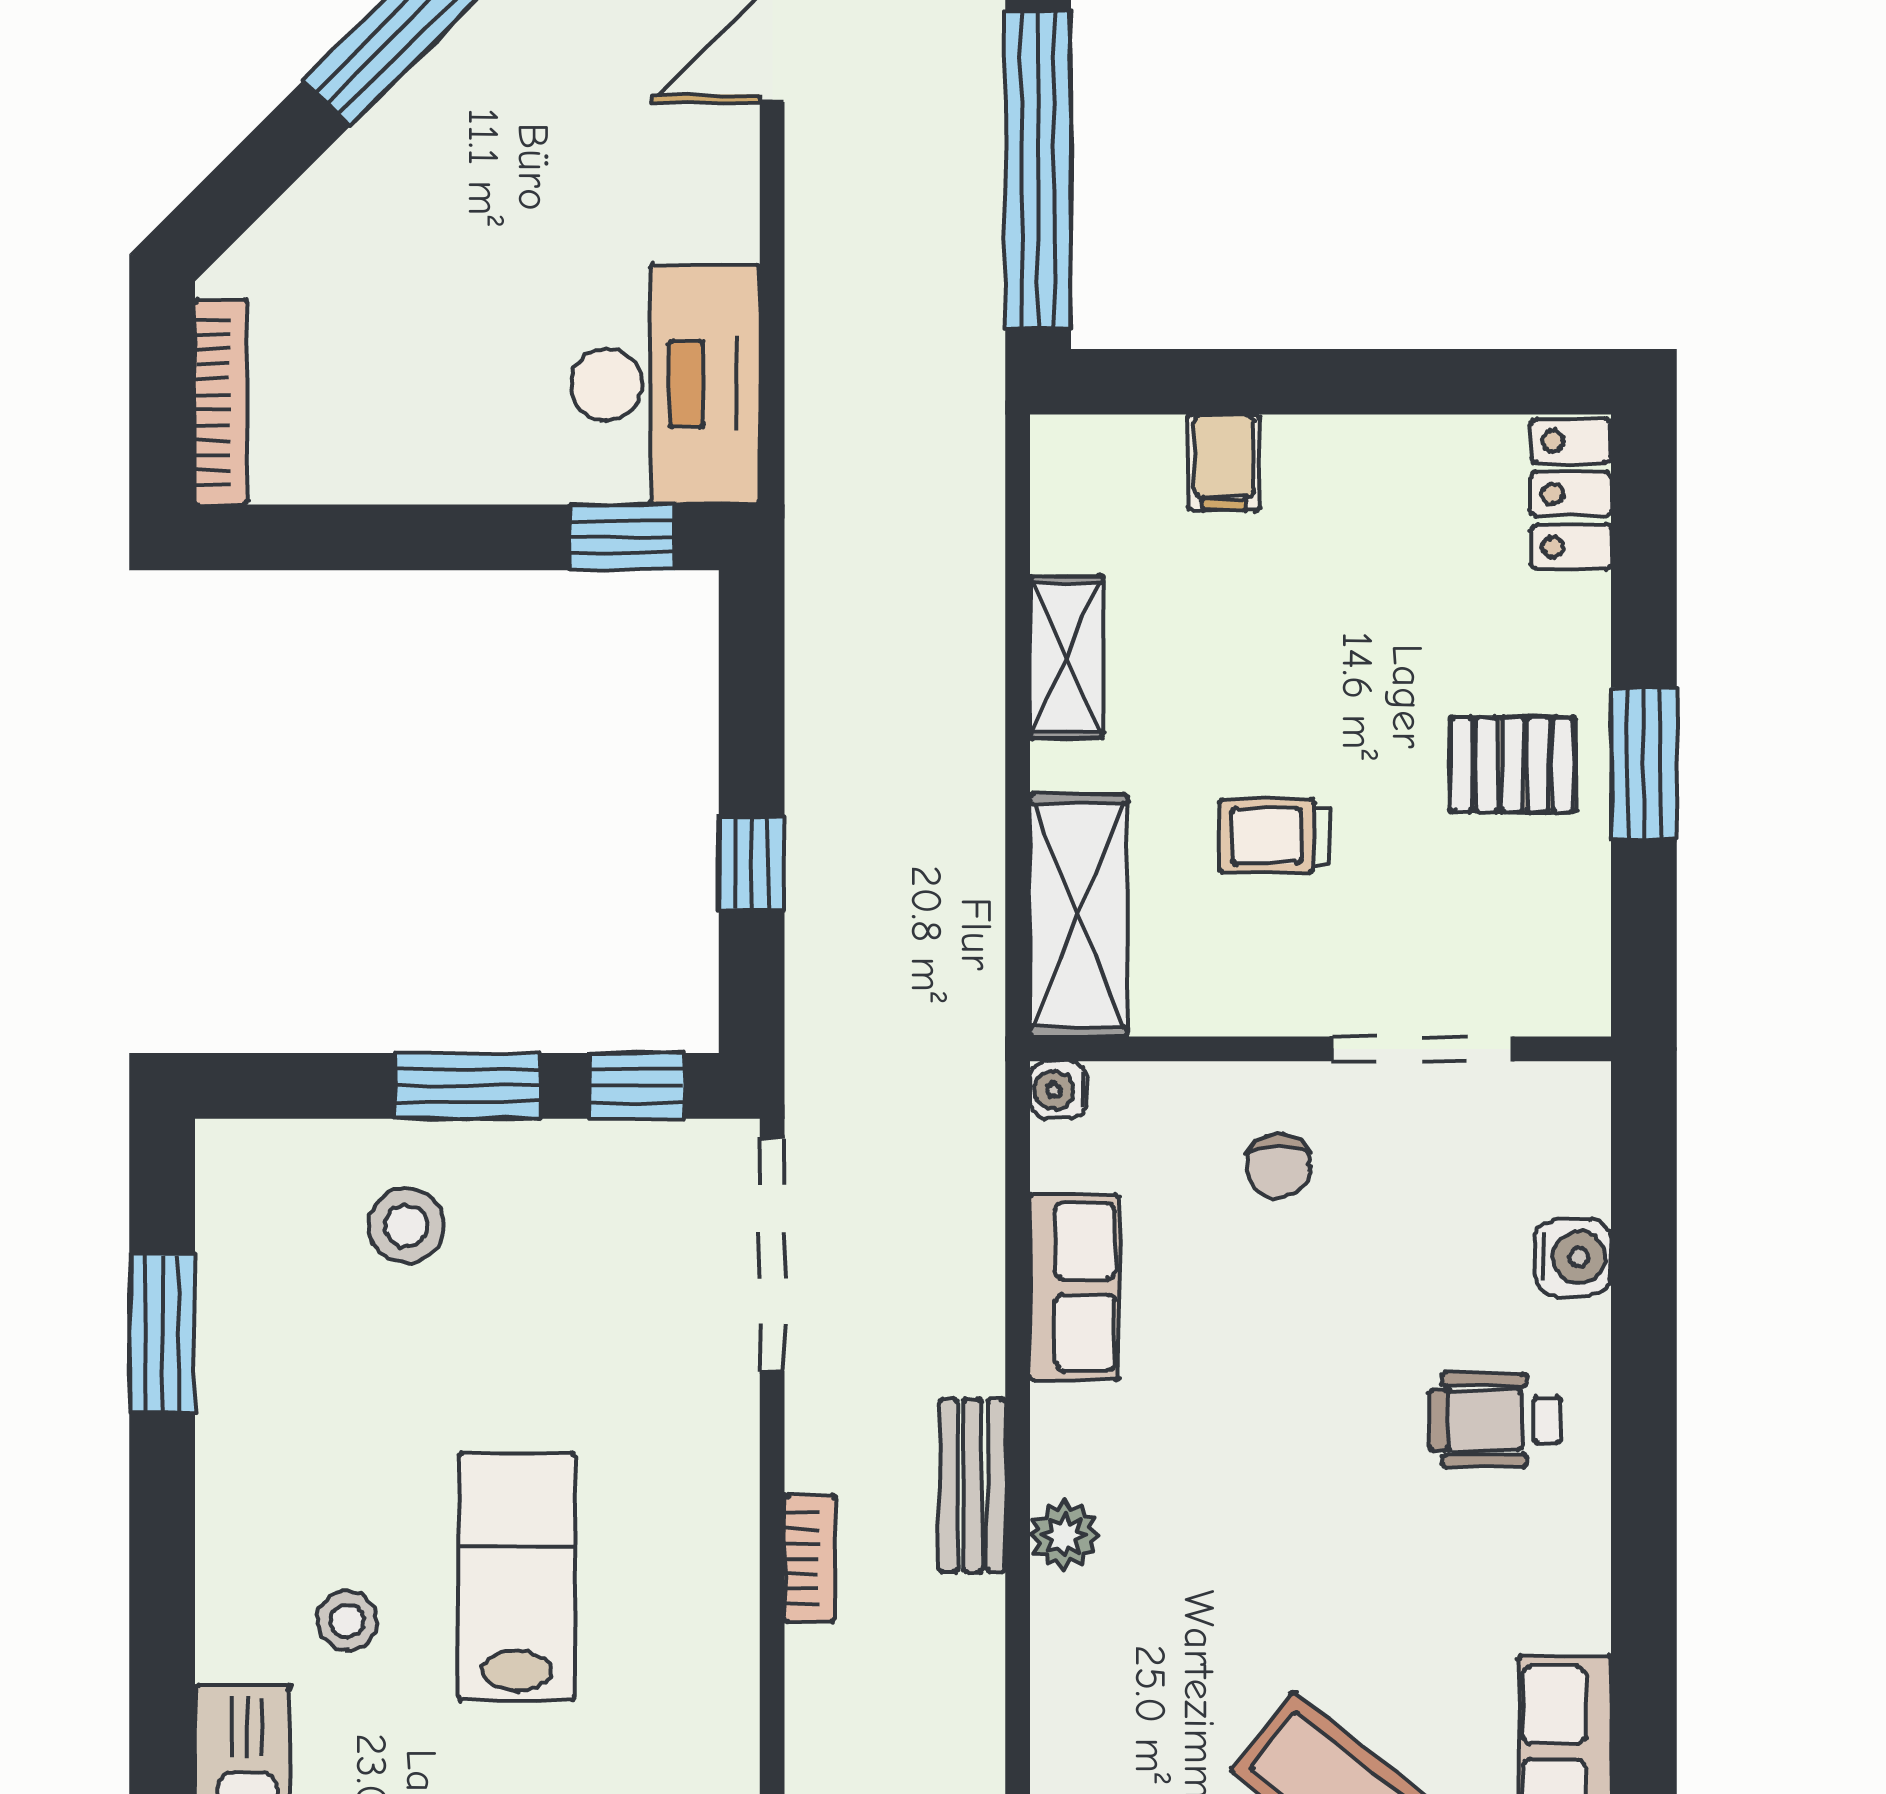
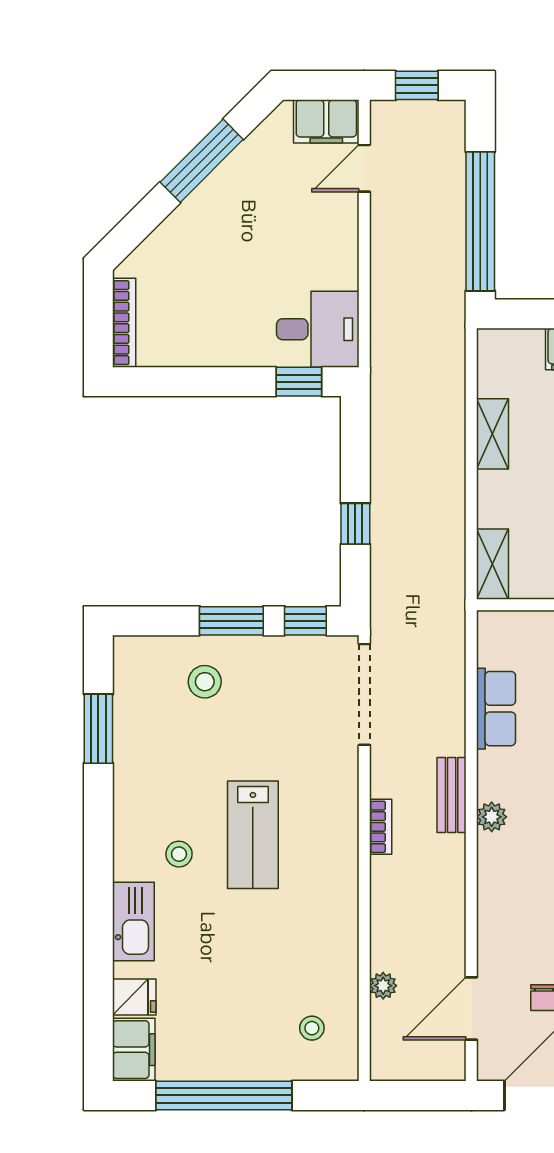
desk: (665, 384) -> (318, 329), width x0.73
shelving: (1078, 915) -> (493, 564), width x0.67, depth x0.75
water cooler: (1058, 1090) -> (489, 623), removed
lab bench: (517, 1577) -> (253, 835), turned 180

